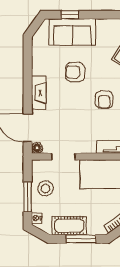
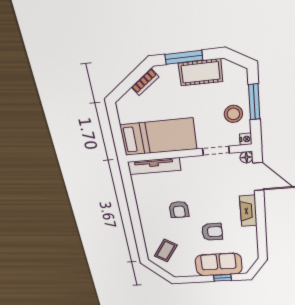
armchair: (104, 100) -> (179, 210), turned 180
nightstand: (37, 218) -> (246, 139), moved

